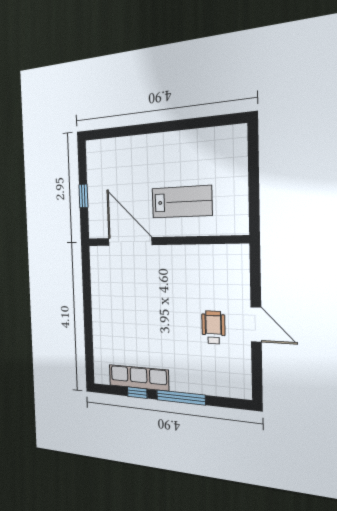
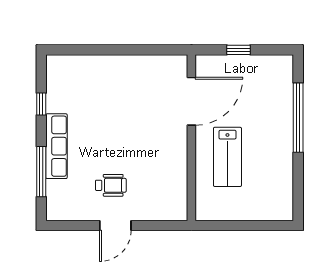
window: (142, 129) -> (298, 118), added
row of seats: (139, 378) -> (56, 146), moved
window: (181, 397) -> (41, 172), moved

